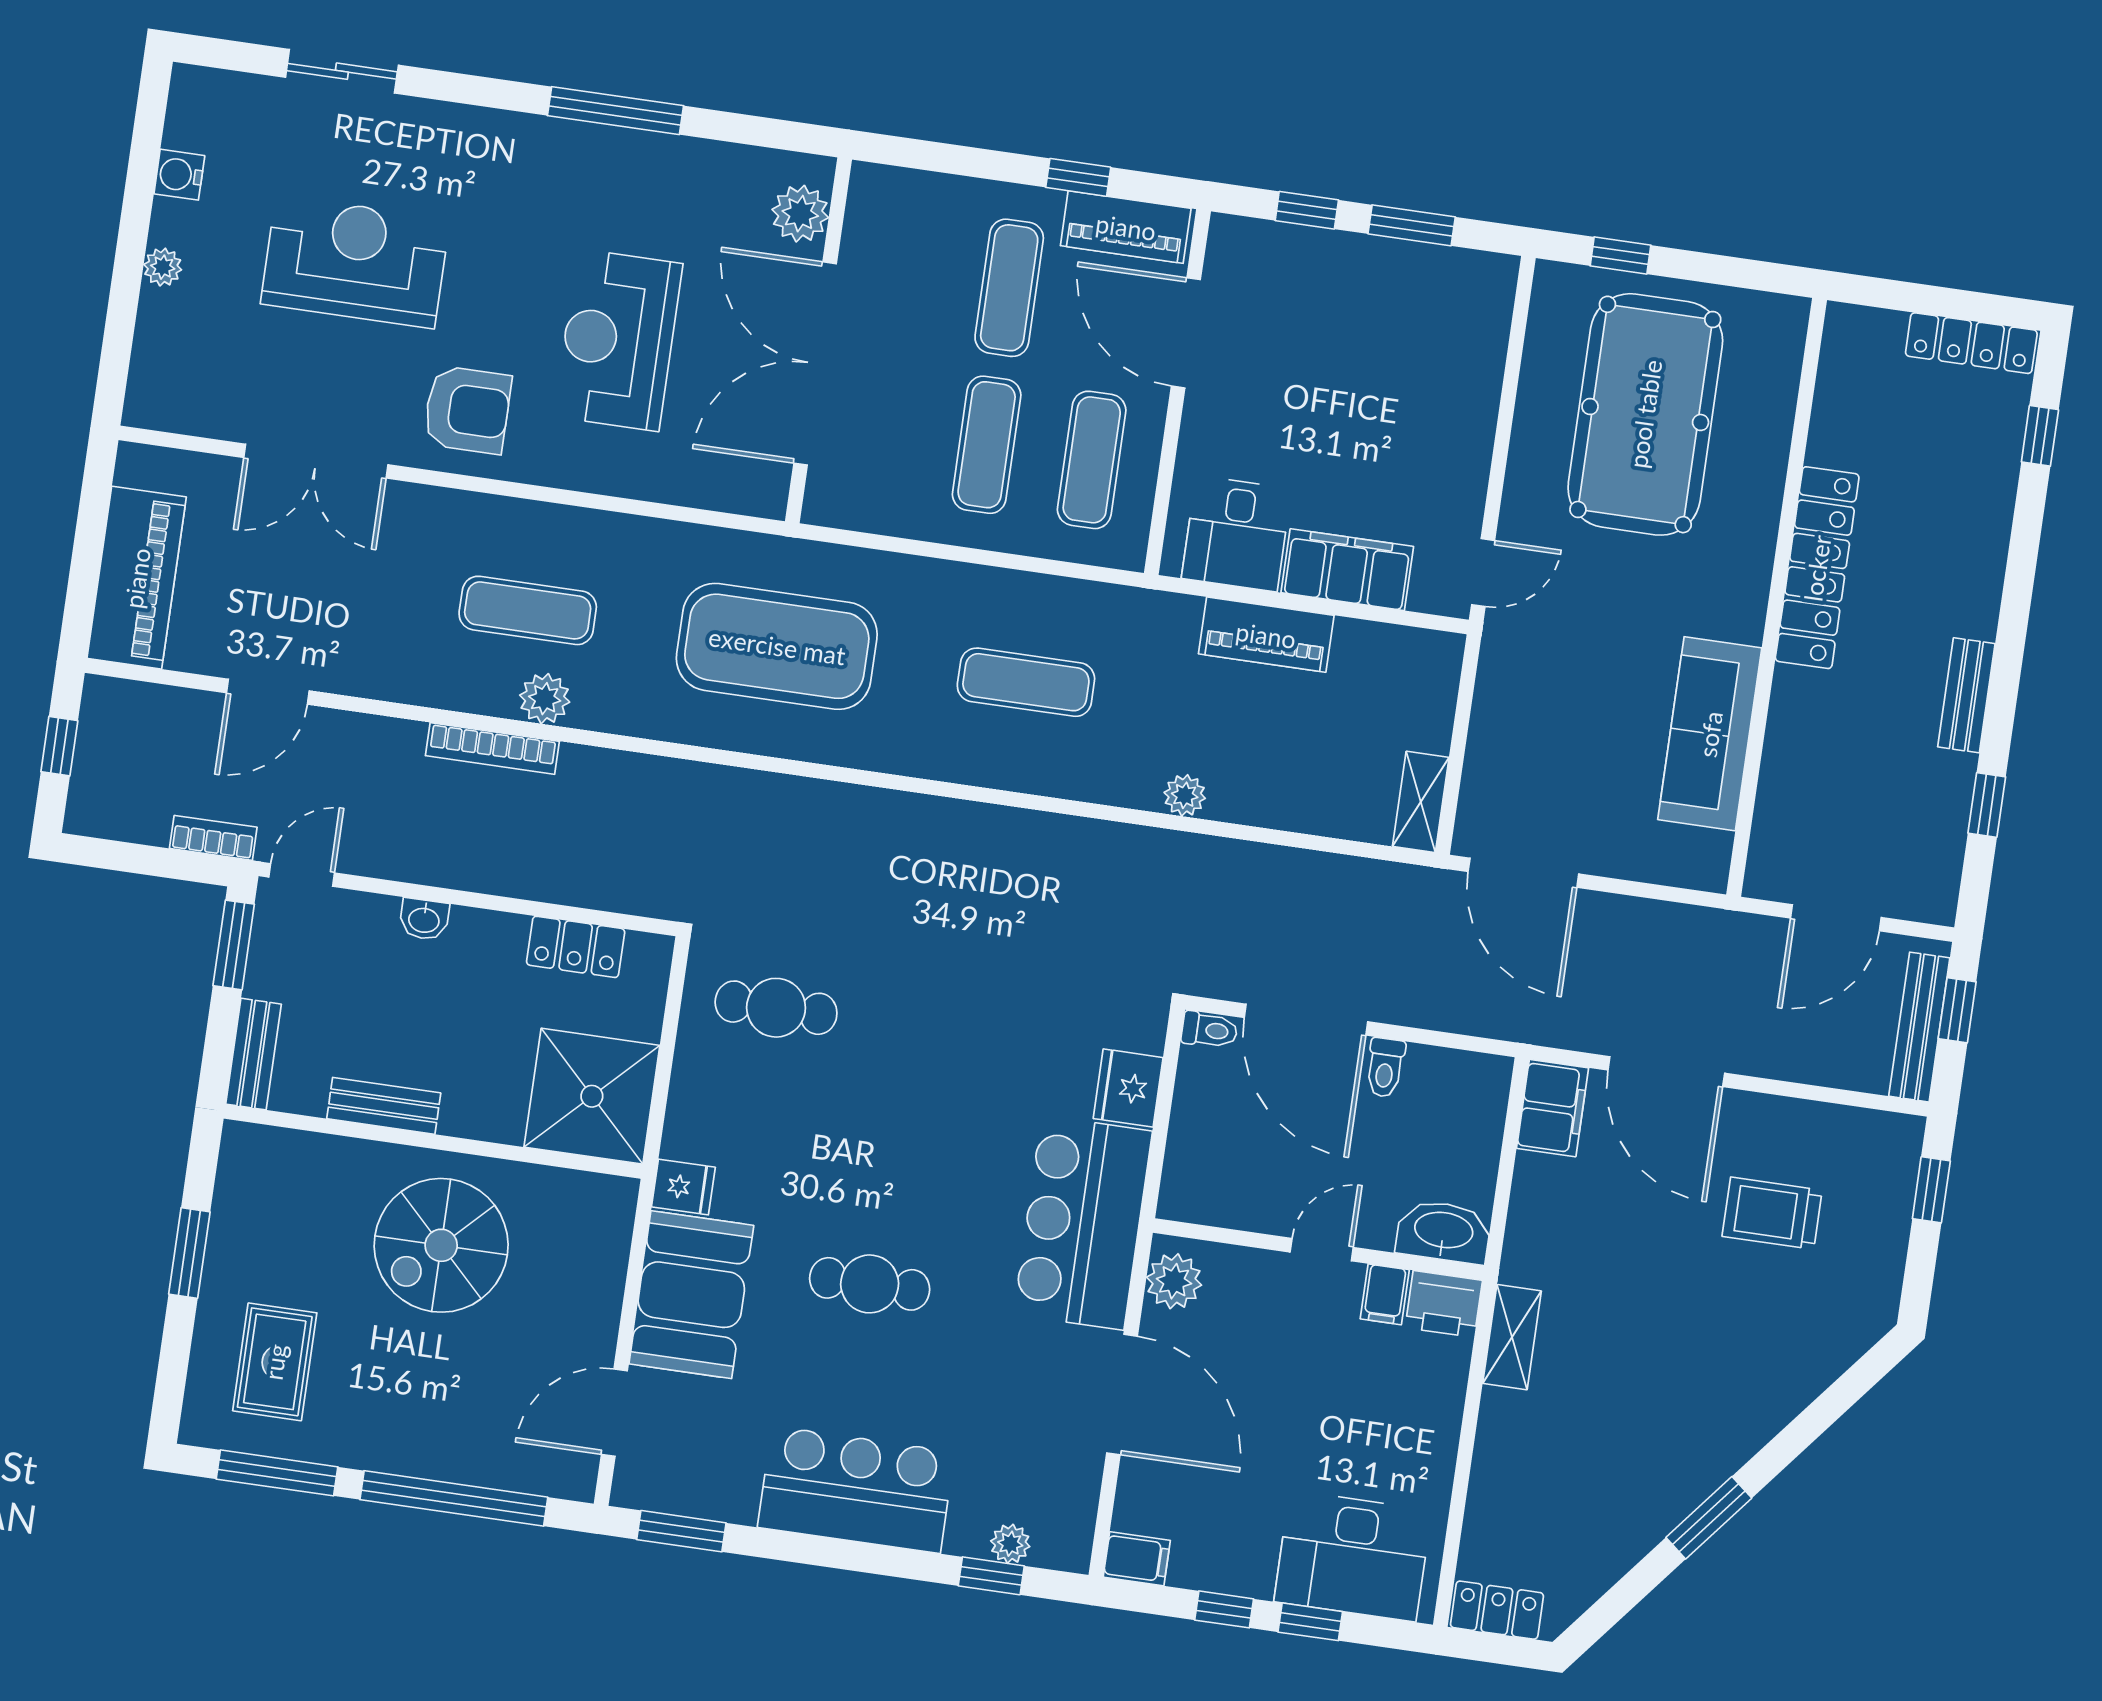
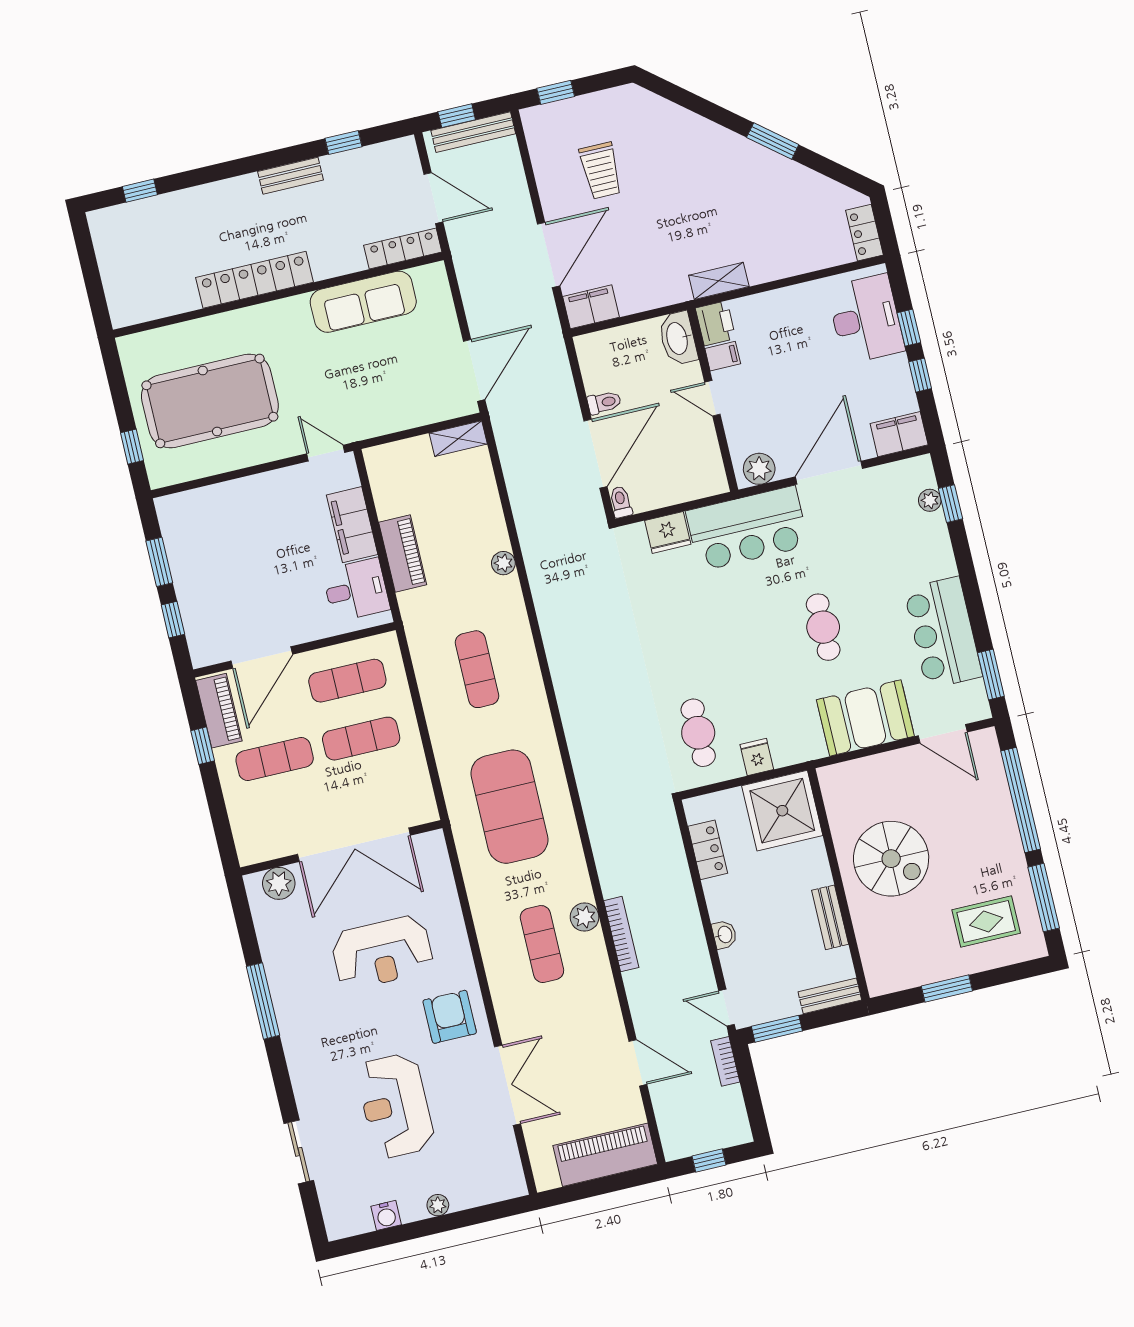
locker: (1971, 343) -> (403, 249), moved, turned -90
fridge: (683, 1187) -> (757, 757), moved
bar counter: (856, 1490) -> (943, 633), moved
filing cabinet: (1137, 1559) -> (899, 434), width x2.00

